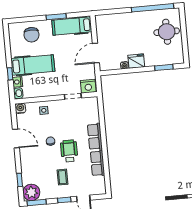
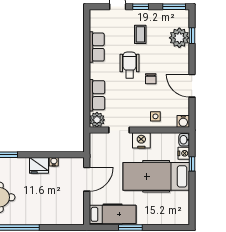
chair: (31, 35) -> (162, 208), removed
hospital bed: (33, 65) -> (156, 176), width x1.37, depth x1.29
nightstand: (88, 86) -> (141, 140), moved
plant: (92, 103) -> (97, 120), added
row of seats: (95, 137) -> (97, 95), moved
wheelchair: (69, 151) -> (130, 65), turned 180
plant: (31, 192) -> (179, 38), moved

